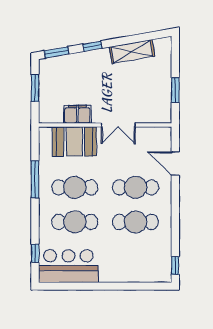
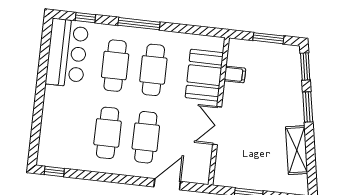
window: (92, 46) -> (308, 107), width x1.50
filing cabinet: (77, 114) -> (235, 75), width x0.50
window: (35, 179) -> (139, 24), moved

